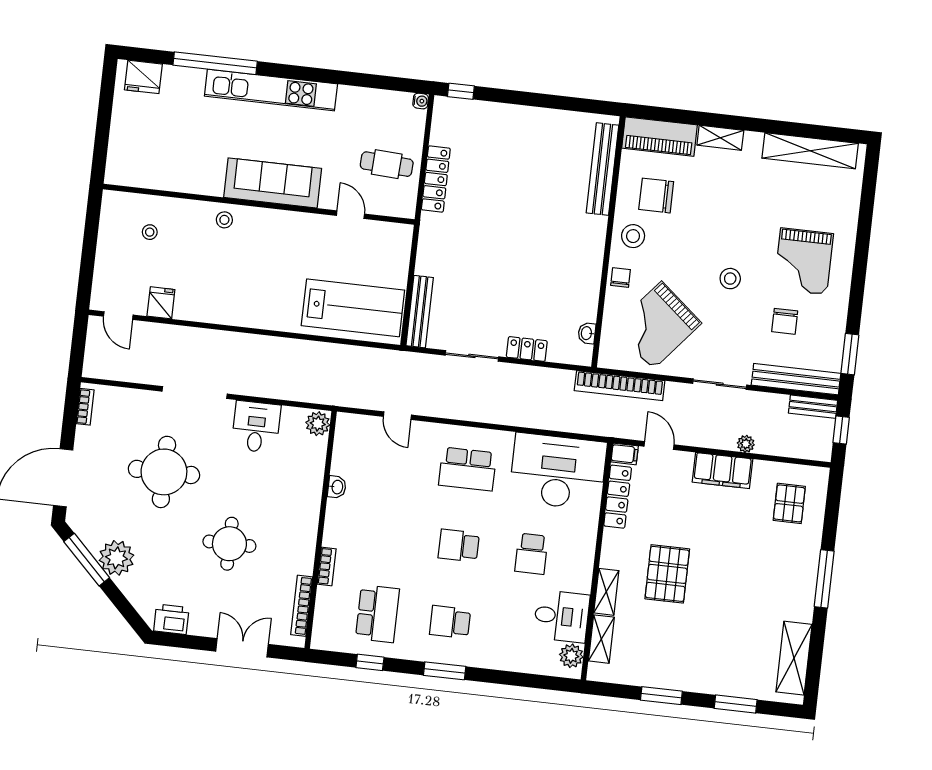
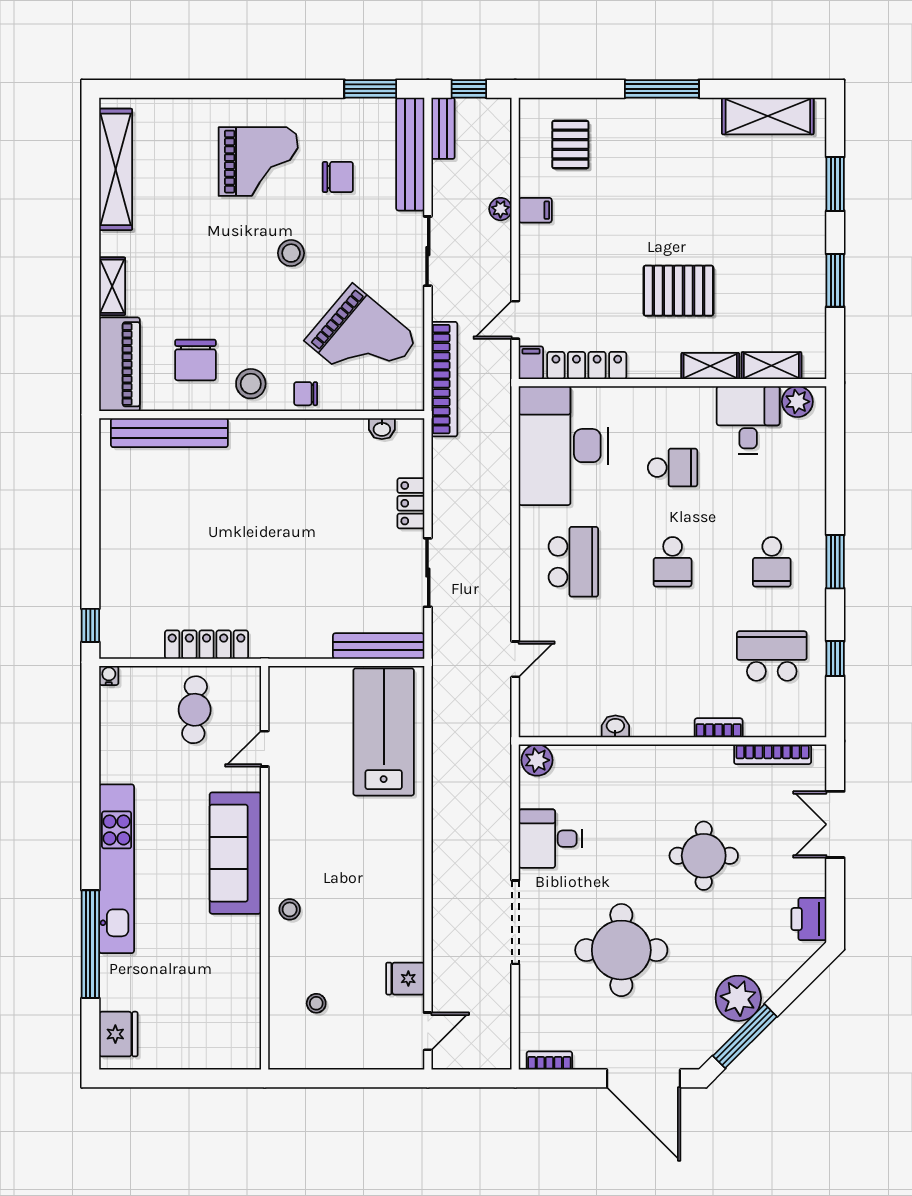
filing cabinet: (722, 471) -> (535, 210), width x0.33, depth x0.86
pallet: (789, 503) -> (570, 145), turned 90

